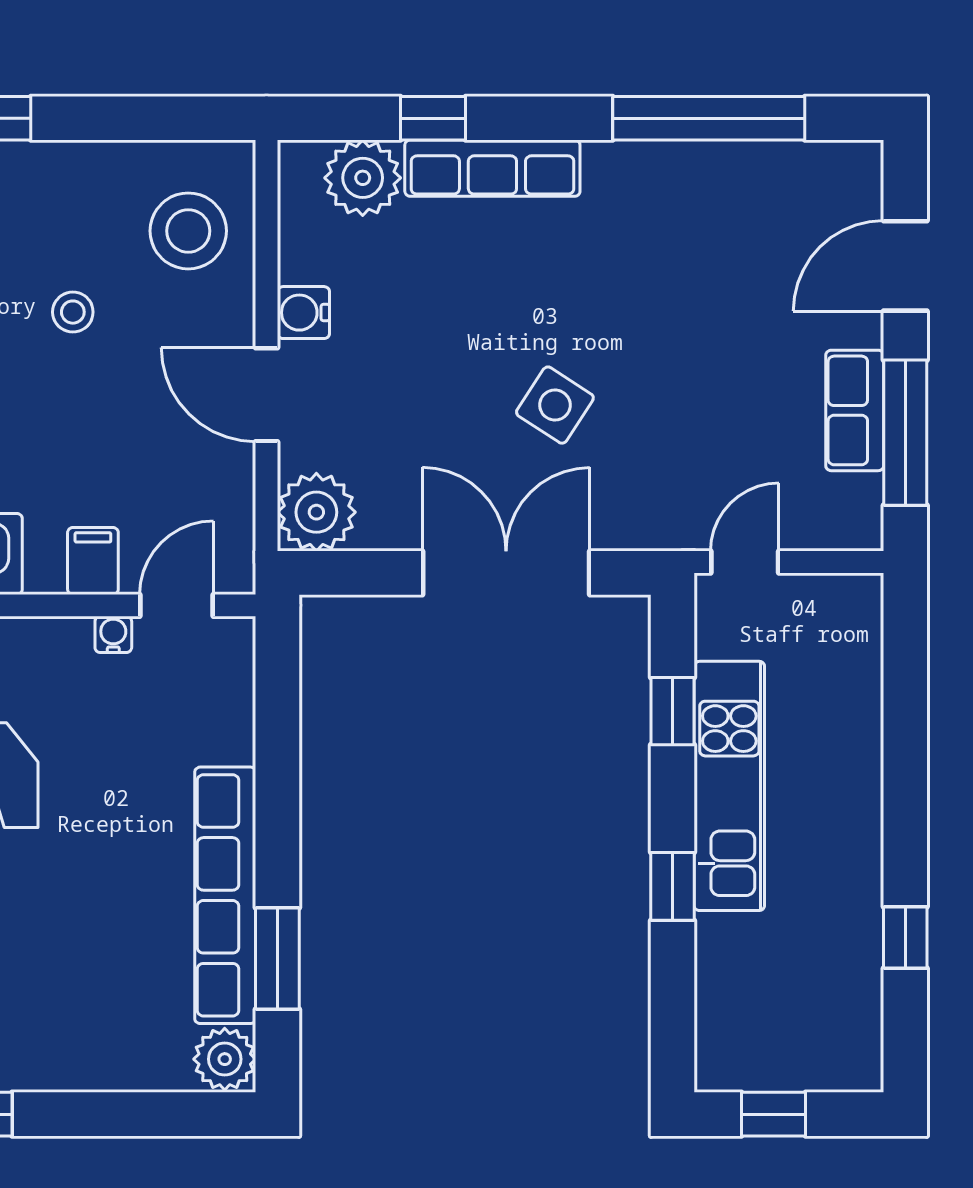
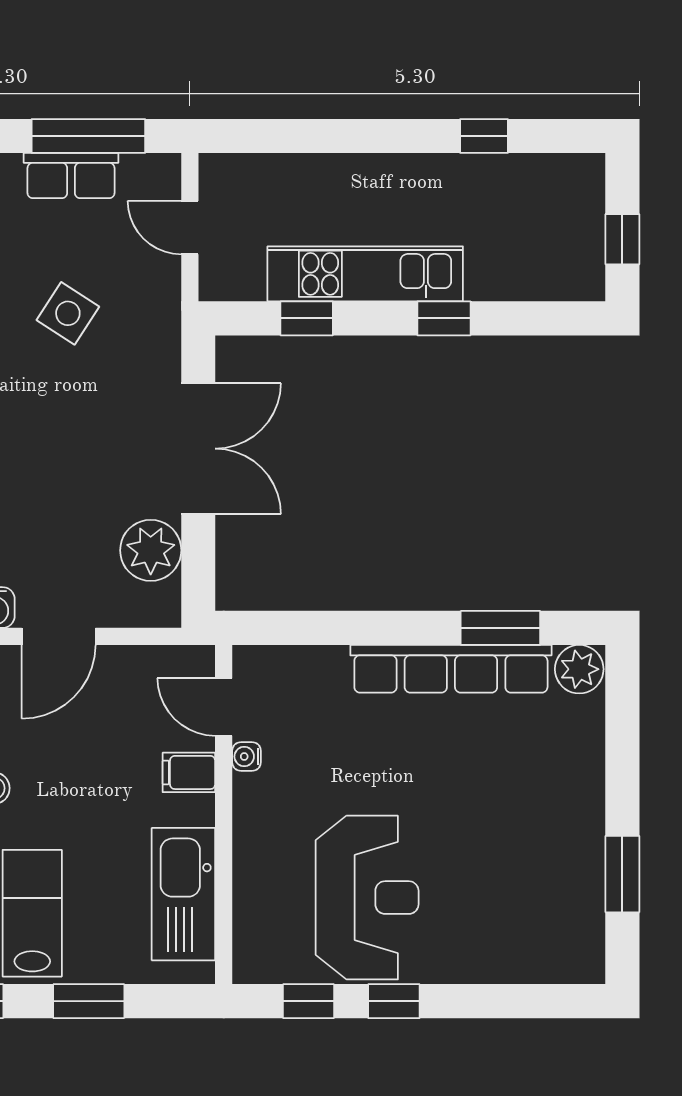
side table: (555, 405) -> (68, 313), moved
plant: (316, 512) -> (151, 550), moved
door: (745, 562) -> (190, 228), moved
double door: (506, 573) -> (198, 449), swing flipped

